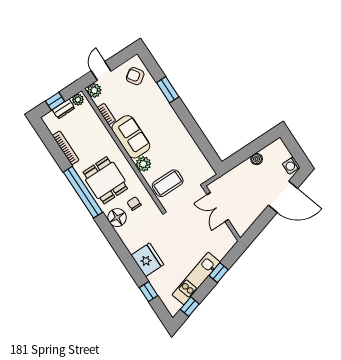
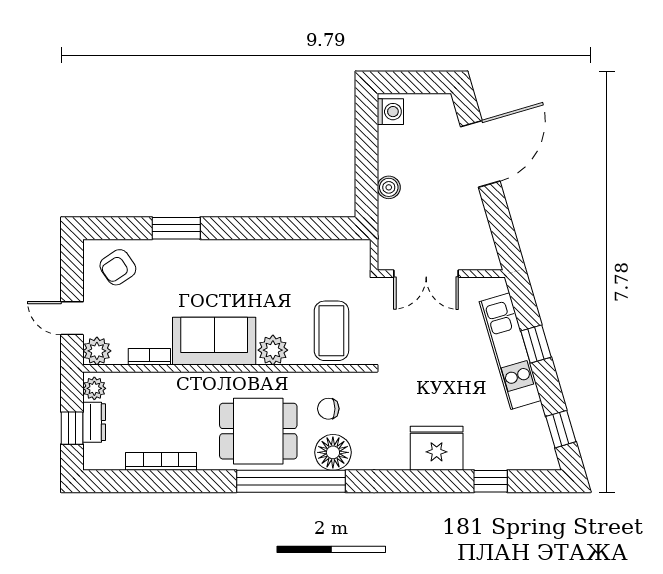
boiler: (257, 159) -> (389, 187), moved
washing machine: (291, 166) -> (390, 112), moved, turned -90
window: (83, 192) -> (291, 481), moved
kitchen unit: (196, 278) -> (510, 351), moved

